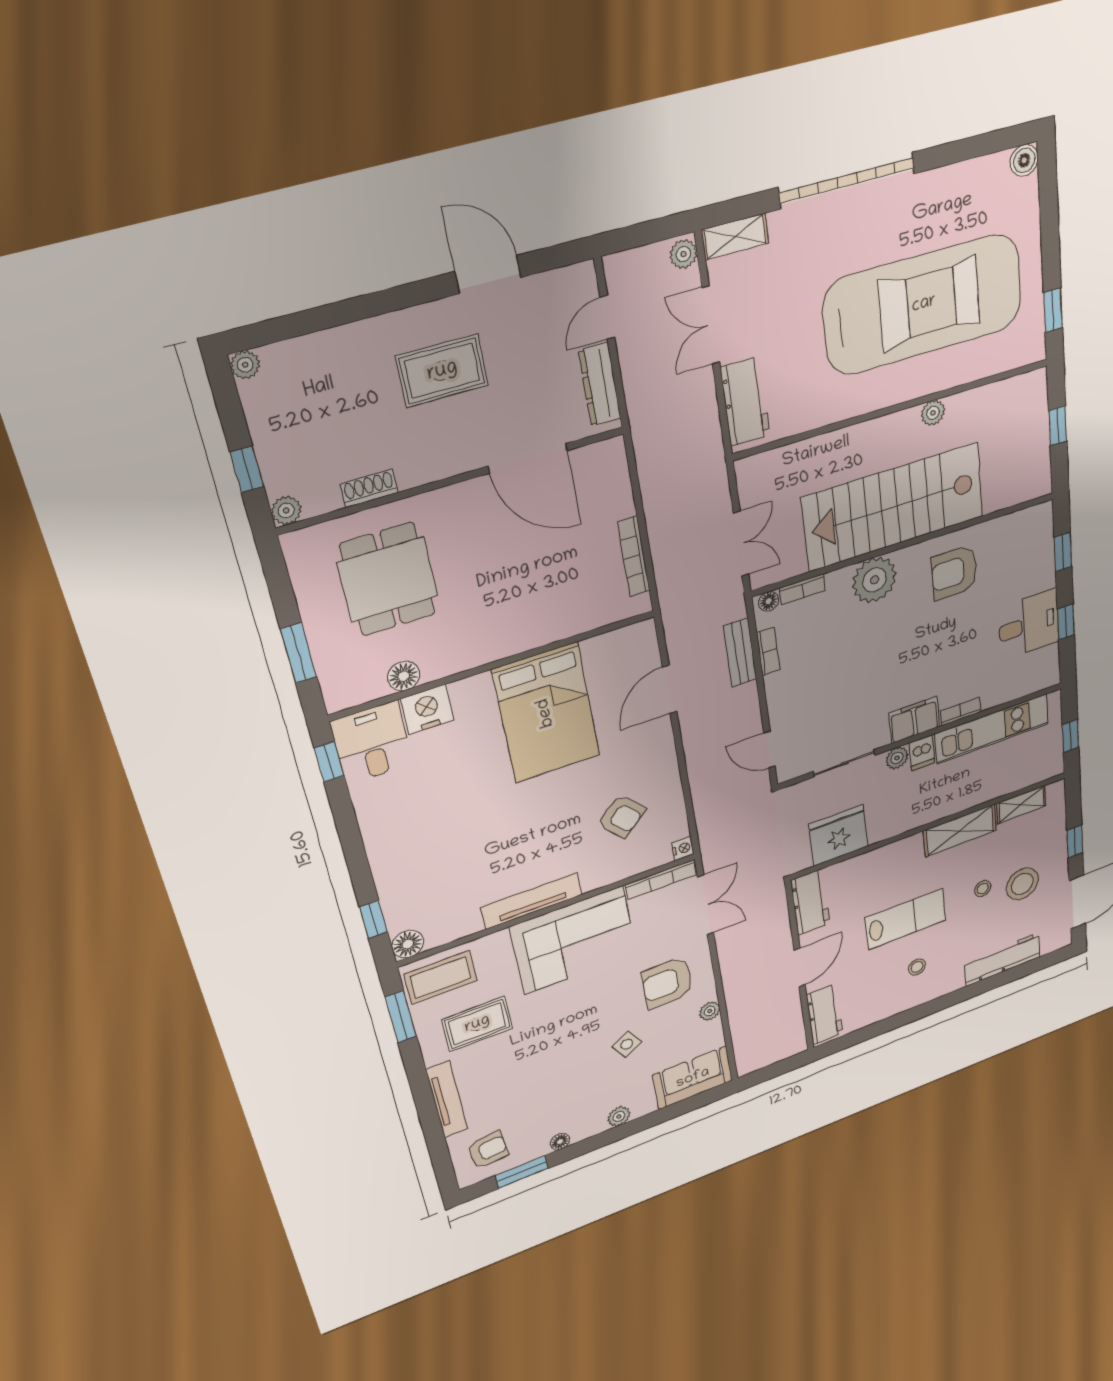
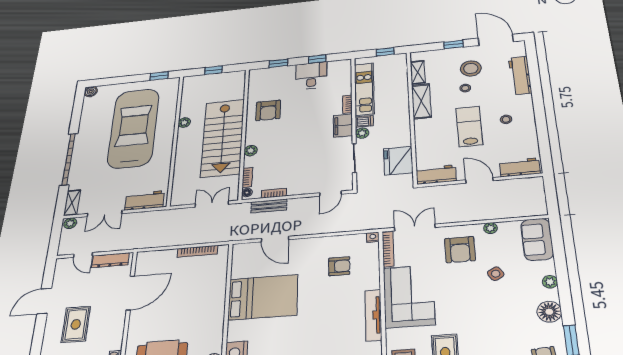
plant: (874, 580) -> (251, 151), width x0.53, depth x0.53
armchair: (621, 816) -> (339, 266), turned 43
floor lamp: (560, 1142) -> (549, 312), width x1.89, depth x1.89

